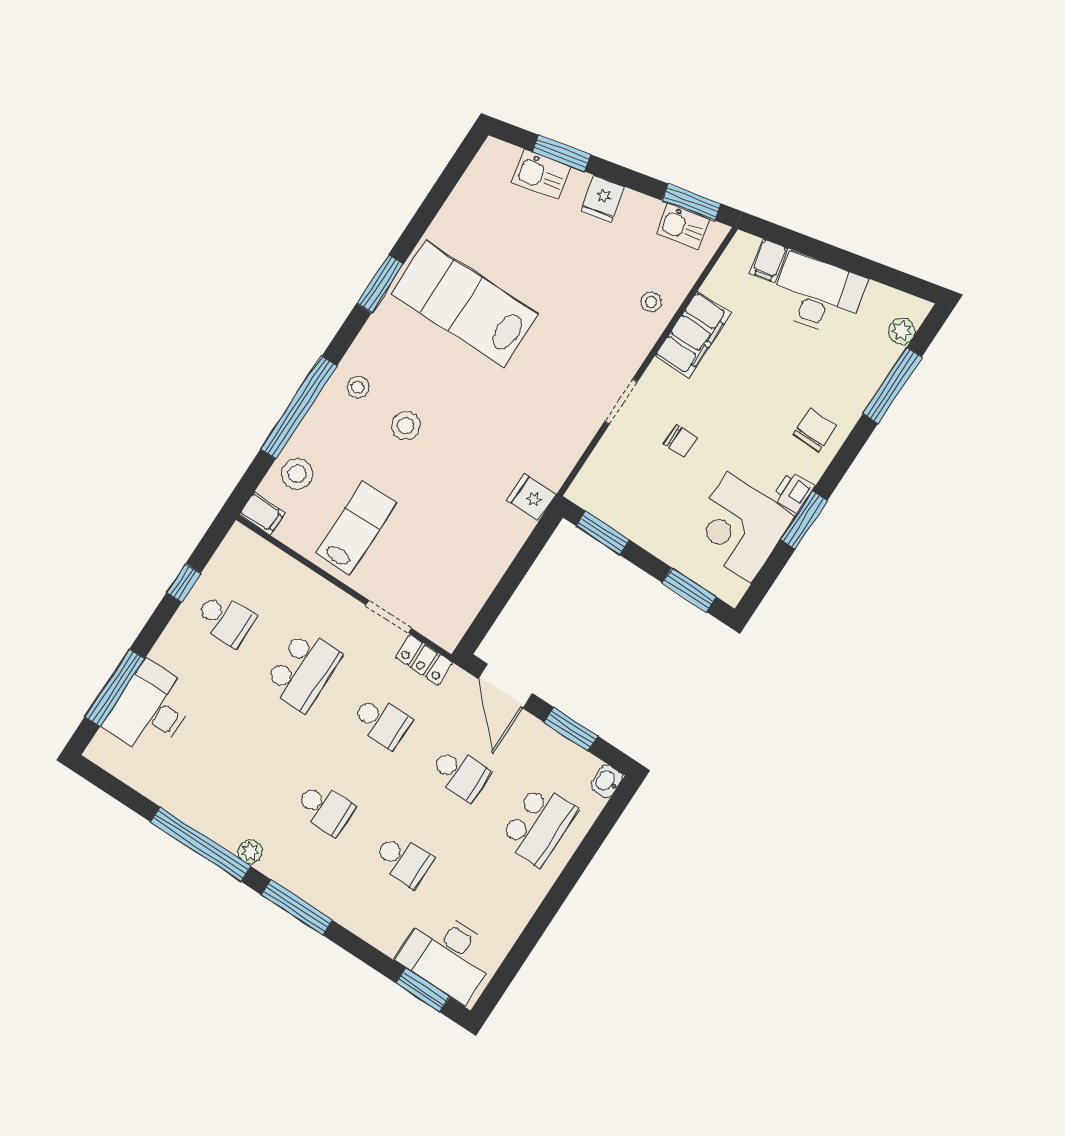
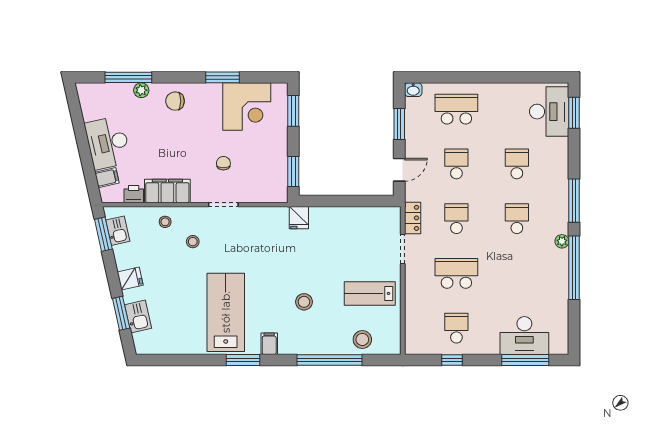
lab bench: (464, 304) -> (226, 312), turned 180
plant: (902, 331) -> (141, 90), moved
stool: (358, 387) -> (193, 242), moved
printer: (794, 492) -> (134, 194), moved, turned 180
filing cabinet: (262, 513) -> (269, 344), moved
door: (505, 686) -> (399, 170), width x0.73

